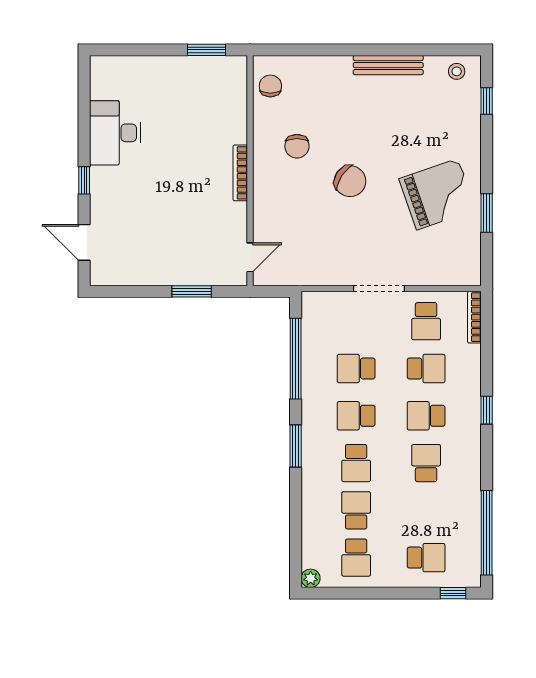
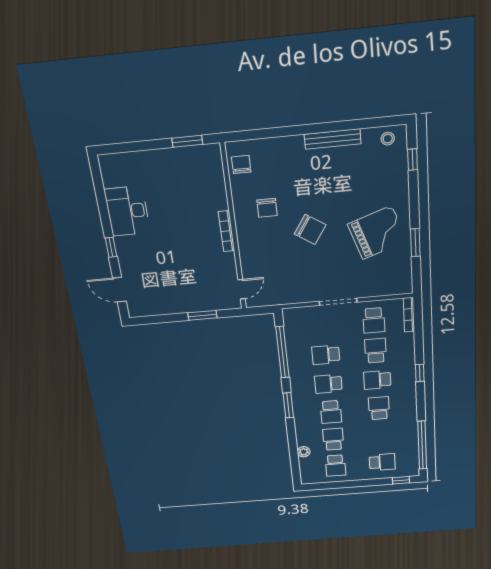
school desk: (426, 368) -> (376, 351), turned -90
plant: (311, 578) -> (304, 452), moved

